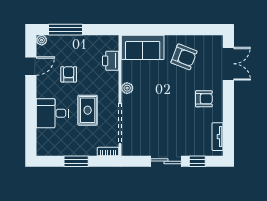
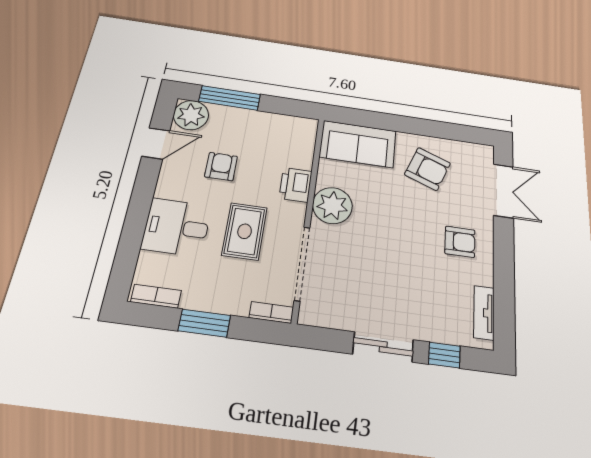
plant: (42, 40) -> (191, 115), width x1.87, depth x1.87
printer: (111, 61) -> (296, 185), moved
plant: (127, 88) -> (332, 206), width x1.88, depth x1.88
bookcase: (50, 151) -> (156, 296), added

